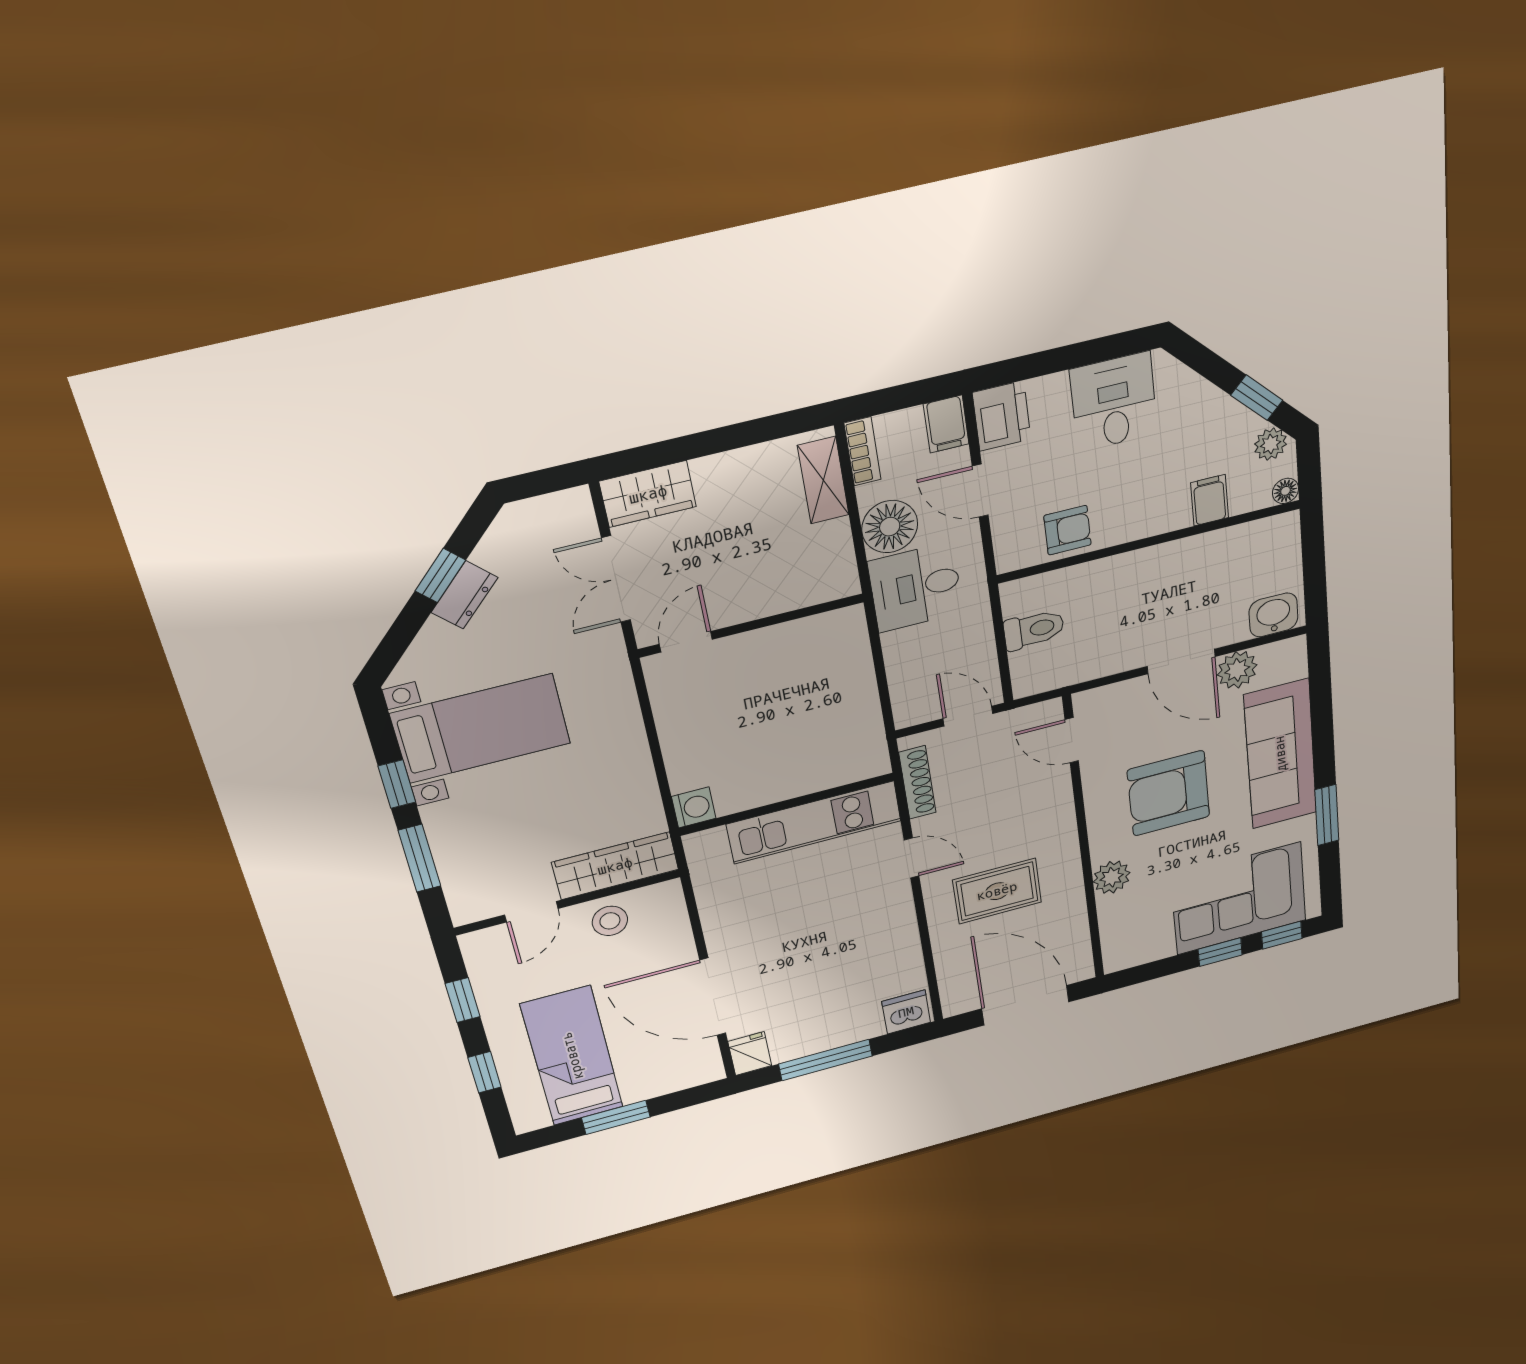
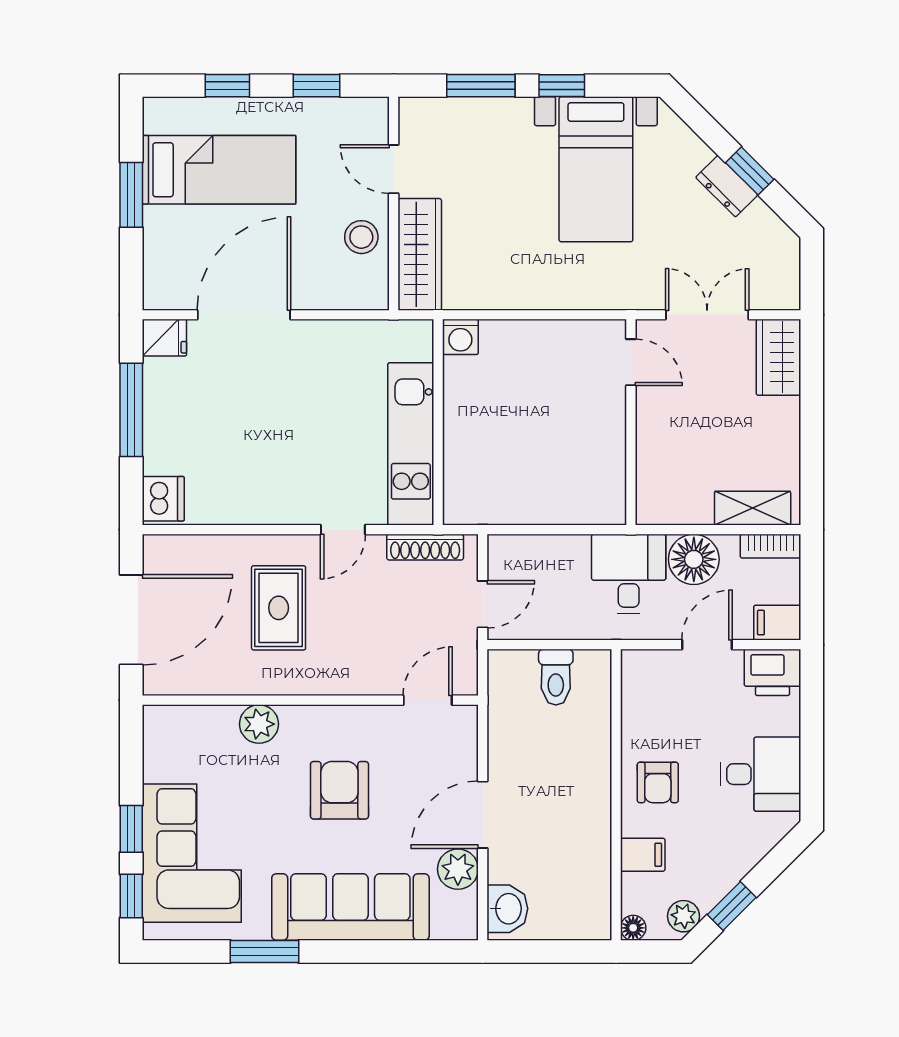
armchair: (1068, 530) -> (658, 782), moved
armchair: (1169, 793) -> (339, 790), width x0.73, depth x0.73

